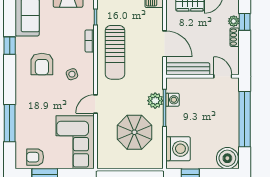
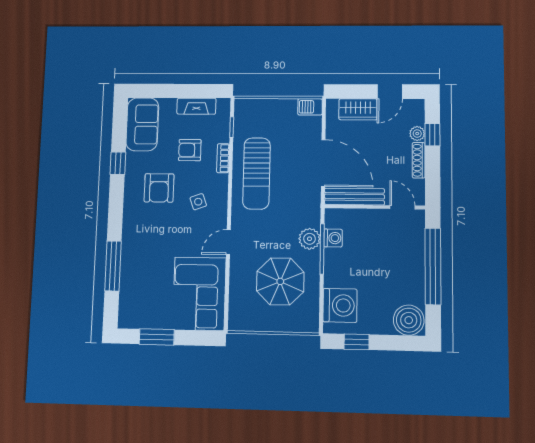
shoe rack: (235, 37) -> (419, 160), width x1.43
door: (165, 44) -> (323, 163), width x1.36
armchair: (35, 157) -> (190, 150), moved

